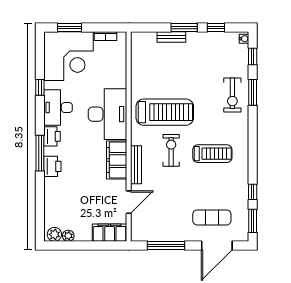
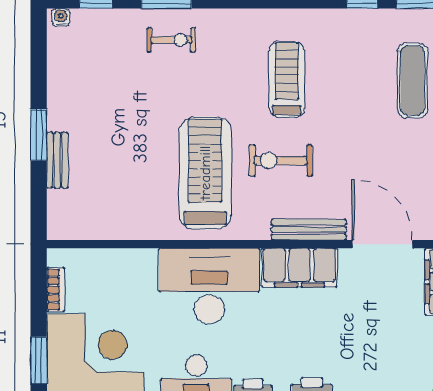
window: (216, 27) -> (39, 72), removed
exercise bike: (232, 95) -> (171, 40), width x0.73, depth x0.72
door: (129, 202) -> (382, 244), width x1.36

